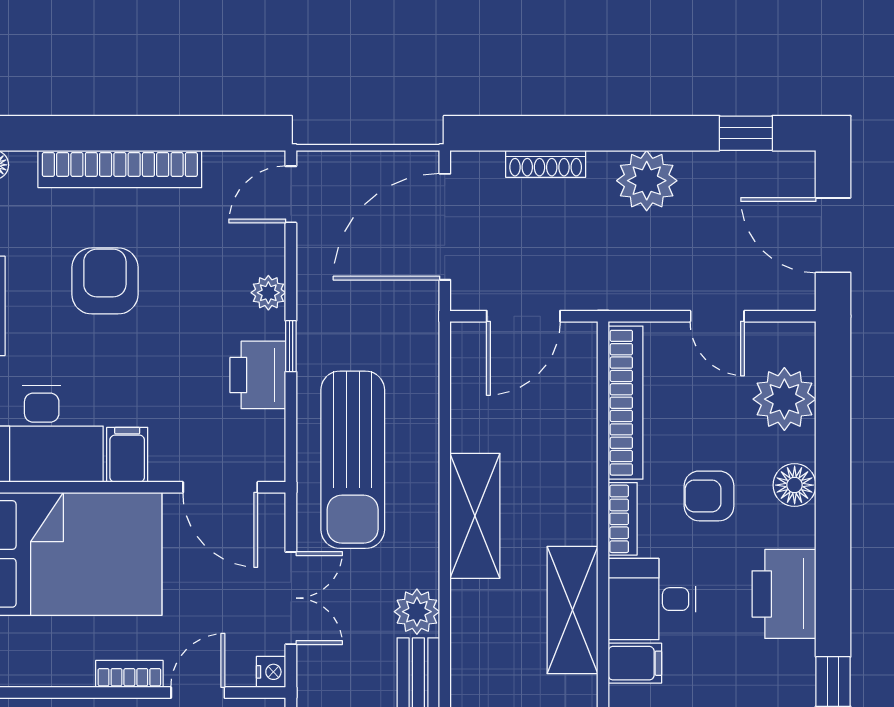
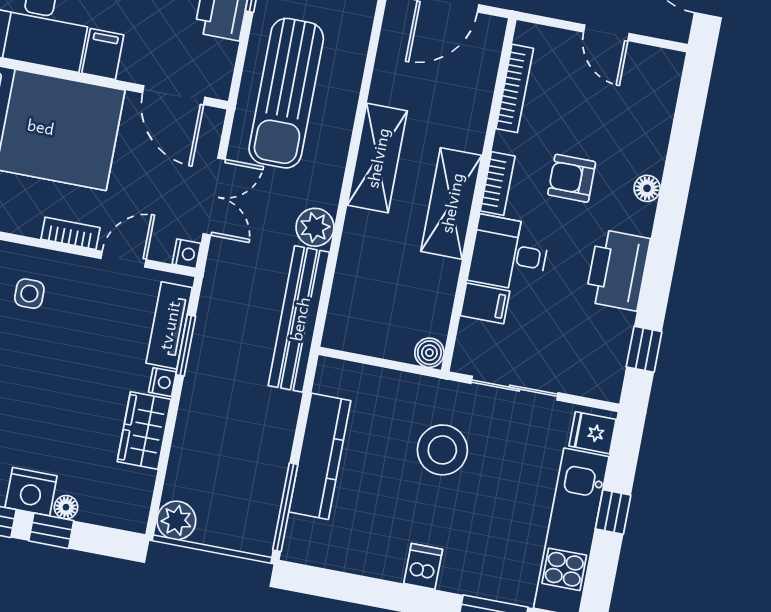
plant: (784, 399) -> (648, 111), removed
bookcase: (626, 403) -> (515, 88), width x0.68, depth x0.76
floor lamp: (795, 485) -> (647, 188), width x0.73, depth x0.73
shelving: (572, 610) -> (451, 203), moved

